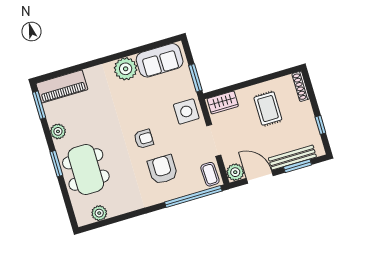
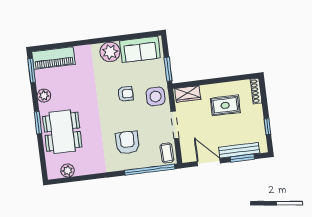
rug: (268, 109) -> (225, 105), turned 90
armchair: (144, 139) -> (125, 94), moved
plant: (235, 172) -> (189, 155), removed

